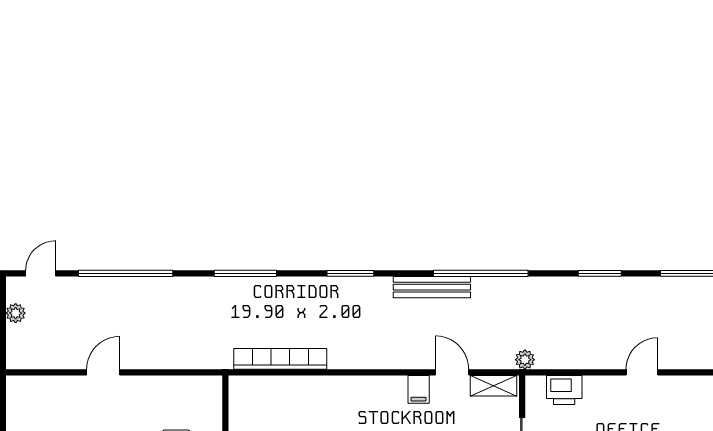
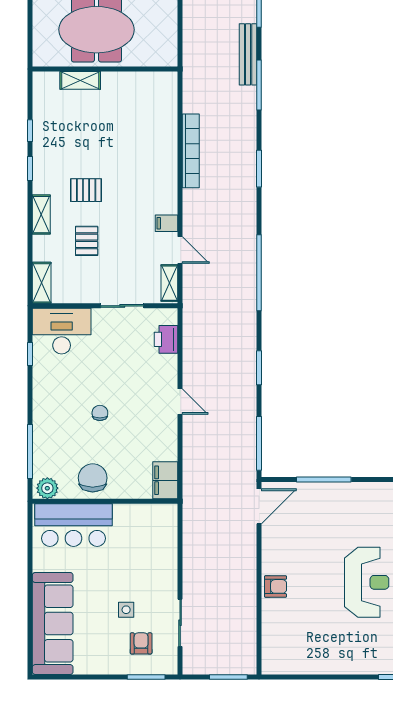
bench: (432, 287) -> (248, 54), moved
bookcase: (280, 359) -> (191, 151), moved
plant: (525, 360) -> (190, 308), removed
door: (452, 372) -> (180, 250), hinge flipped

